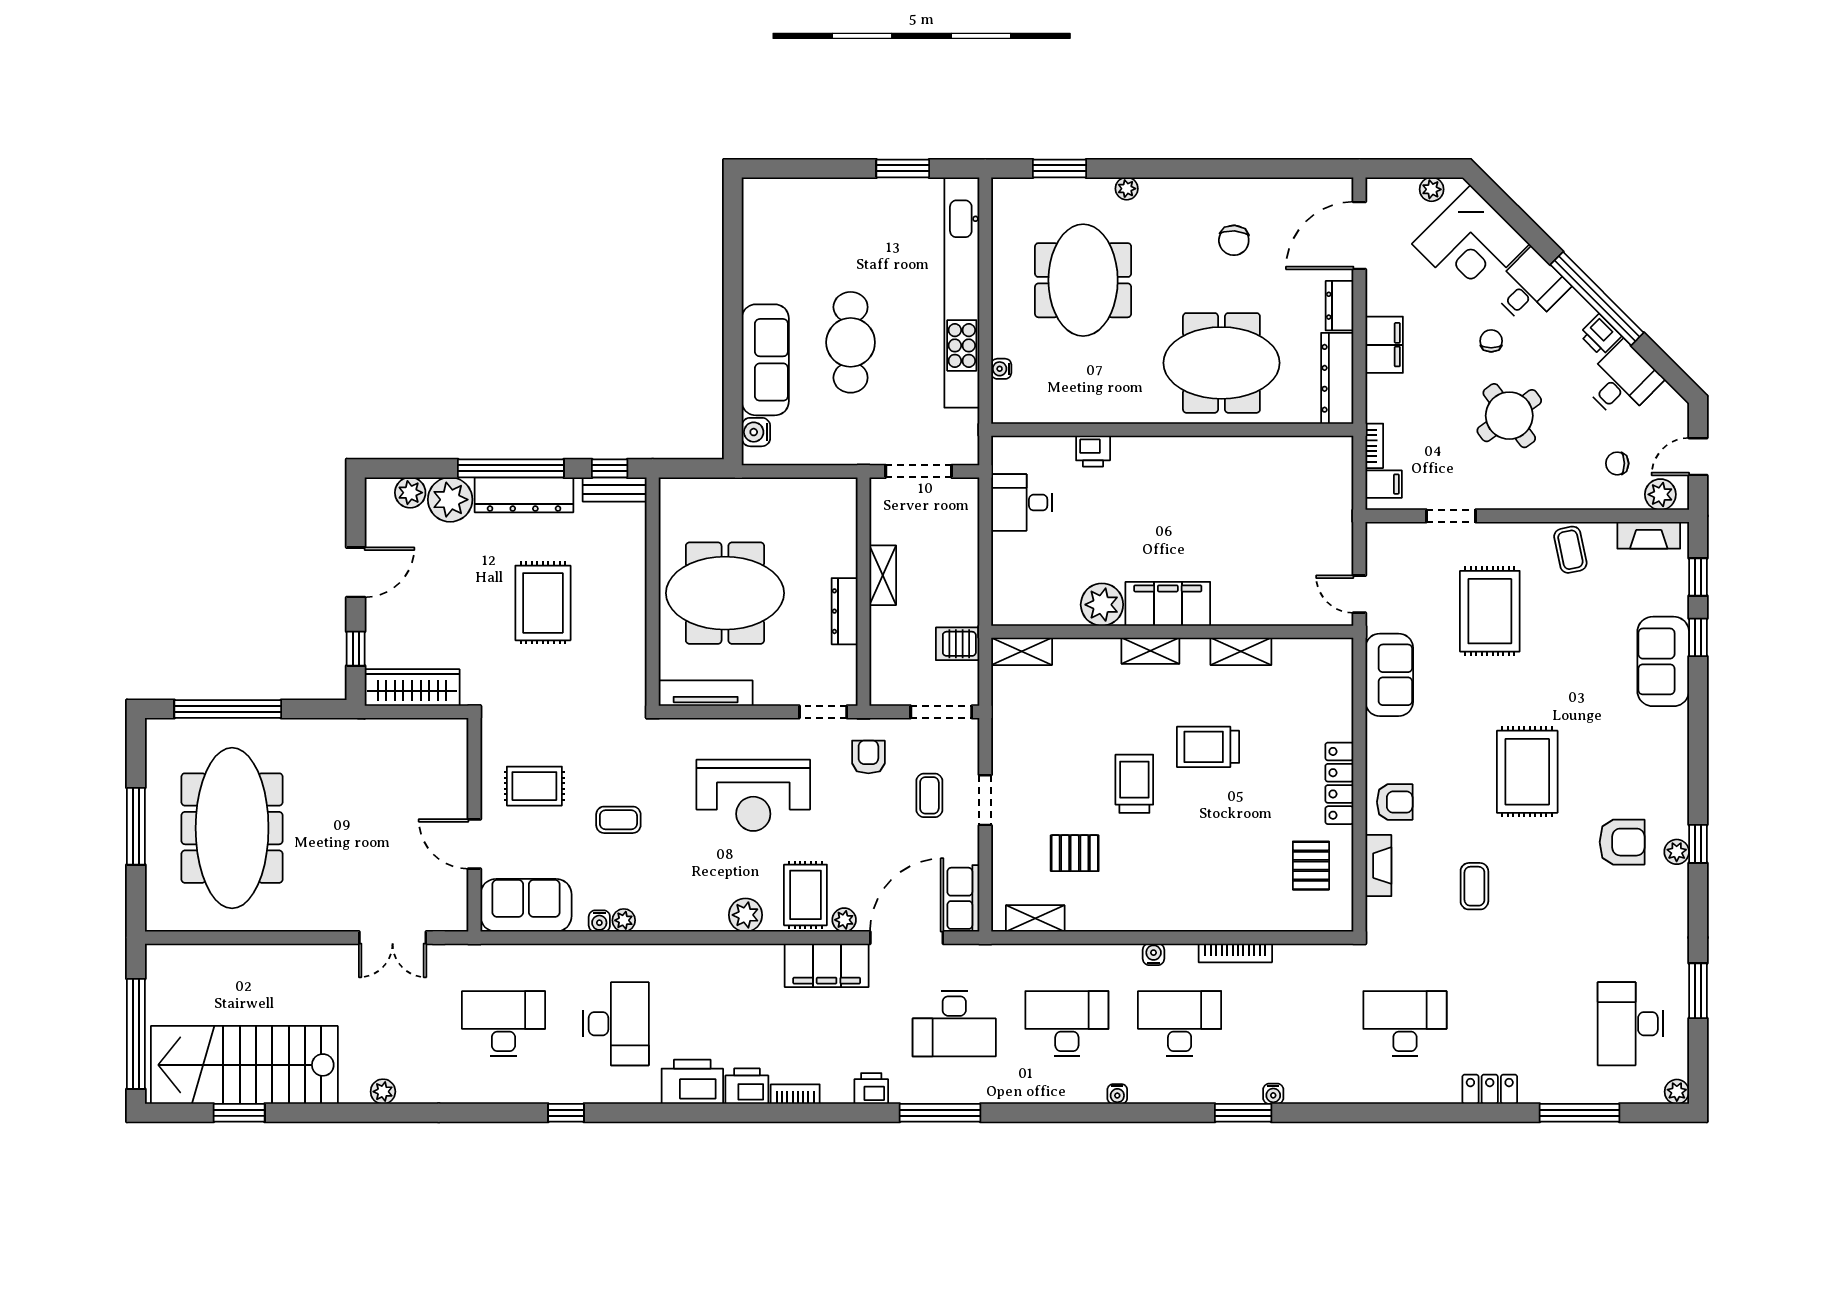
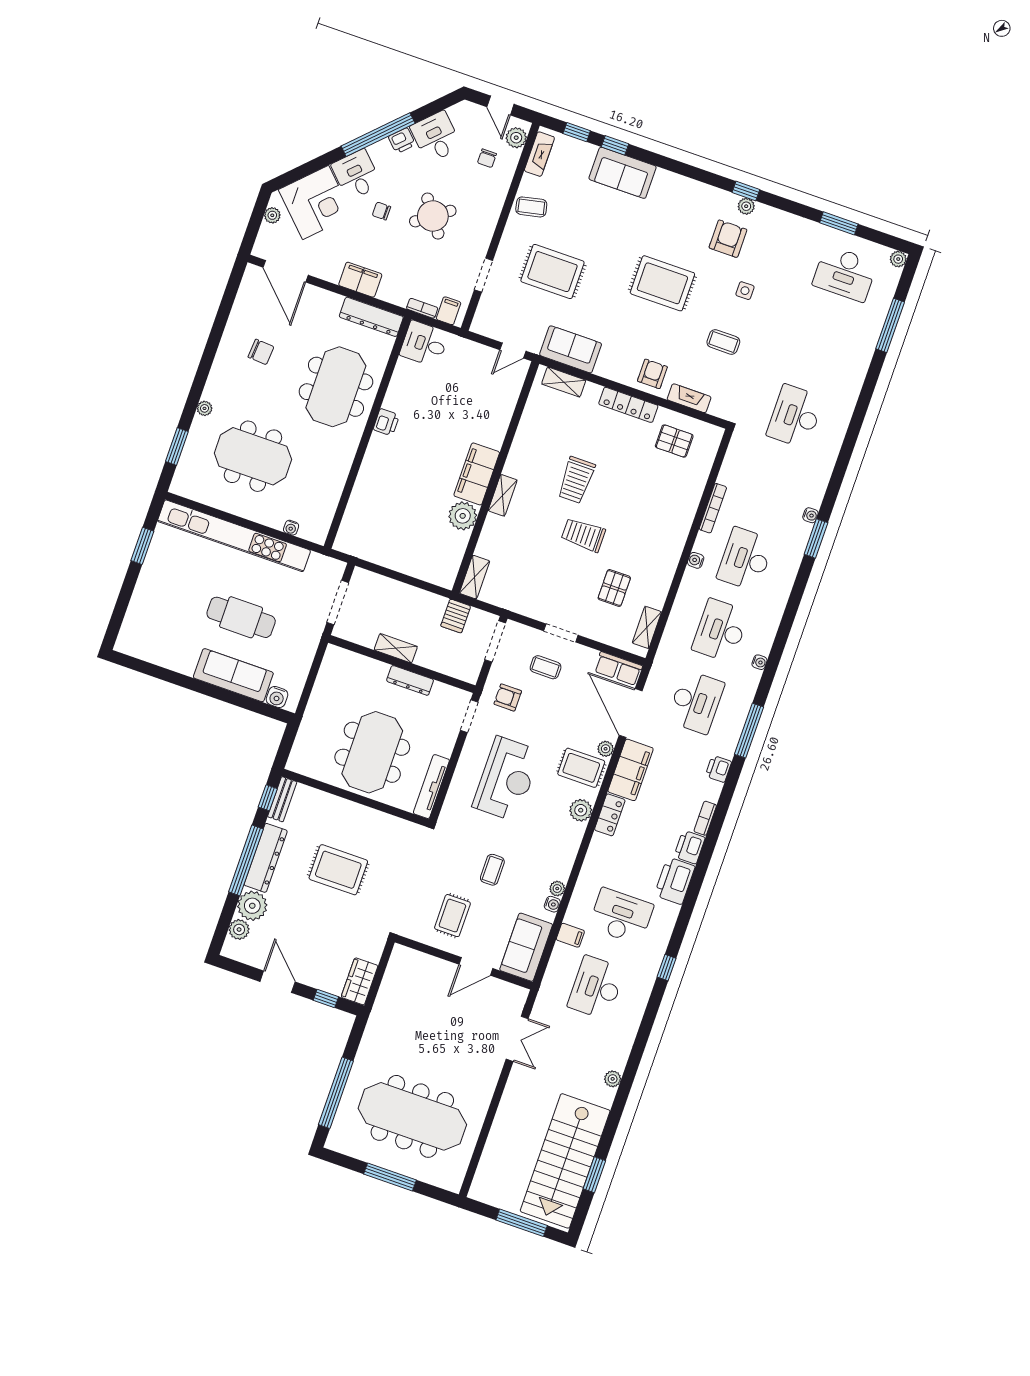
dresser: (1340, 306) -> (326, 299), removed
printer: (1093, 451) -> (386, 422), moved
desk: (1022, 503) -> (424, 344), moved, turned 90
shelving: (1241, 651) -> (564, 382), moved, turned 90
wardrobe: (412, 688) -> (360, 981), width x0.67
side table: (1557, 891) -> (745, 291), added
filing cabinet: (564, 962) -> (570, 935), added
window: (136, 1034) -> (522, 1223), width x0.68
locker: (1490, 1089) -> (610, 815), moved, turned 180
water cooler: (1117, 1094) -> (759, 662), moved

